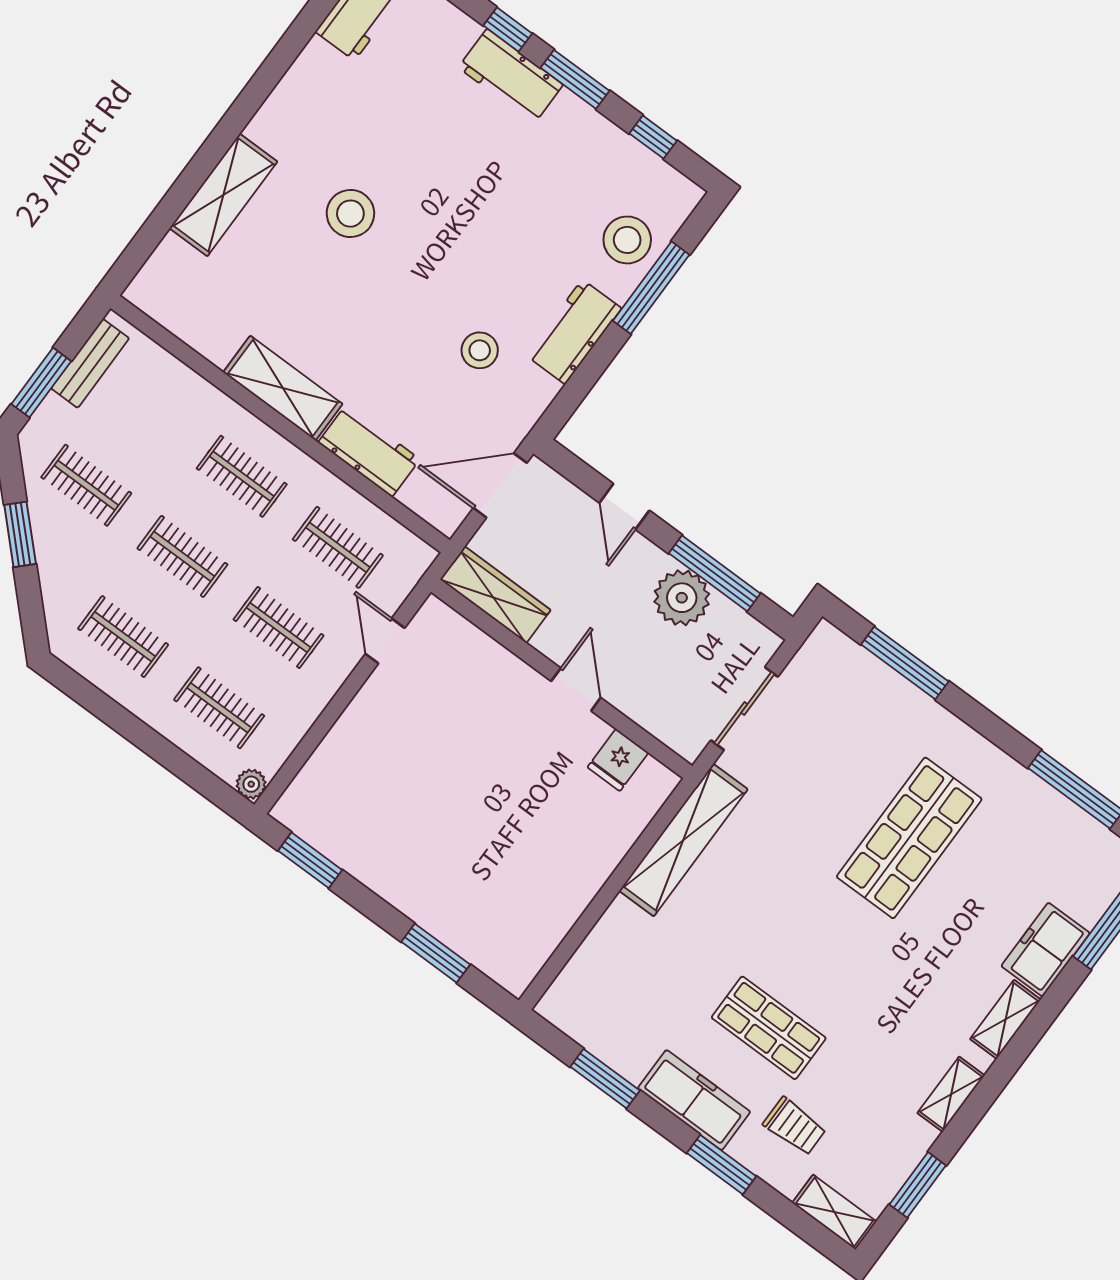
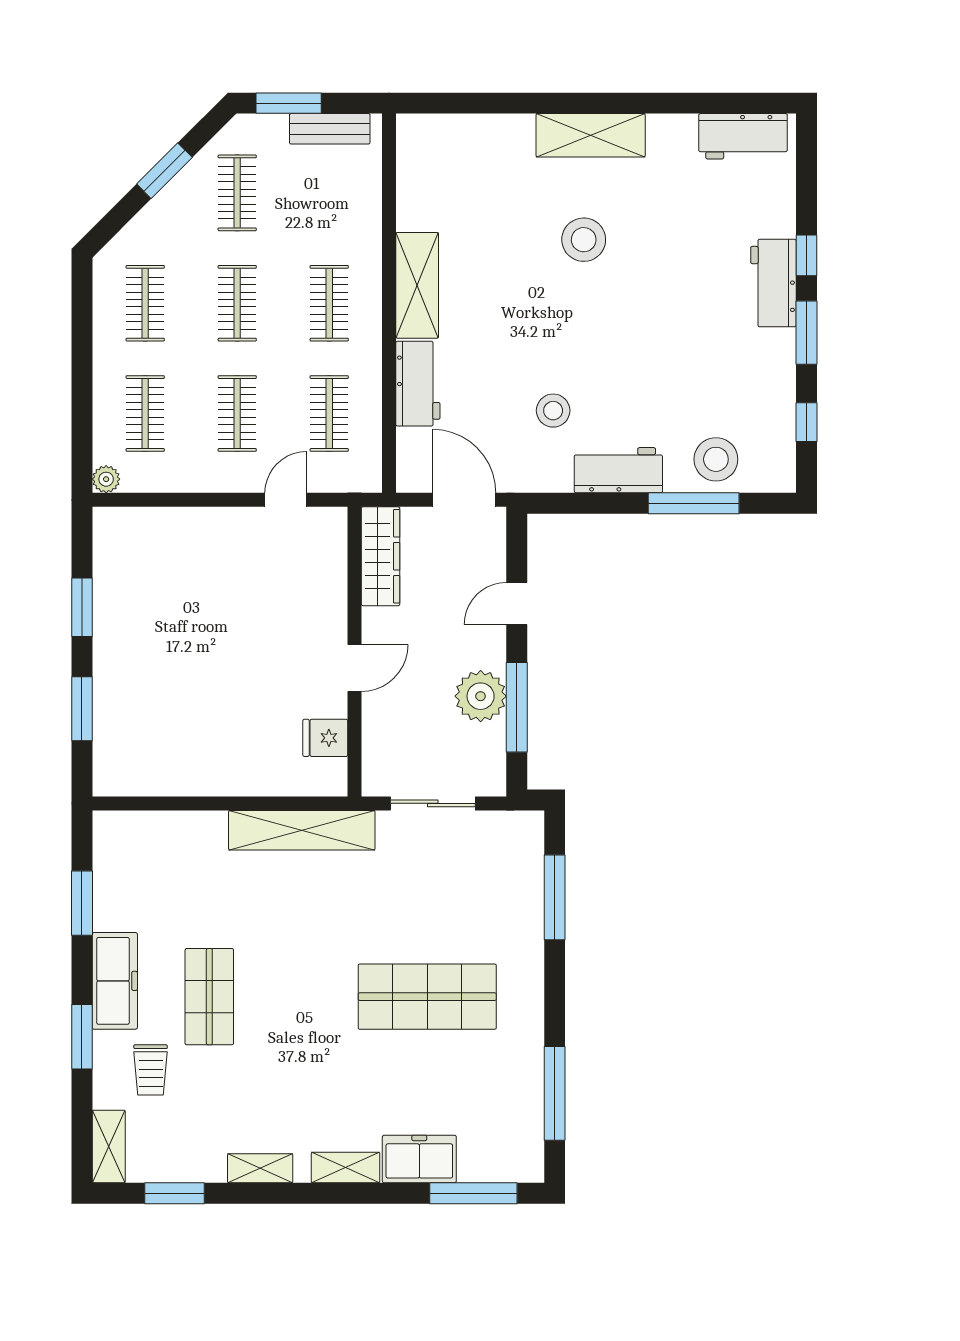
shelving: (223, 195) -> (591, 135), moved
window: (310, 860) -> (82, 607), moved

